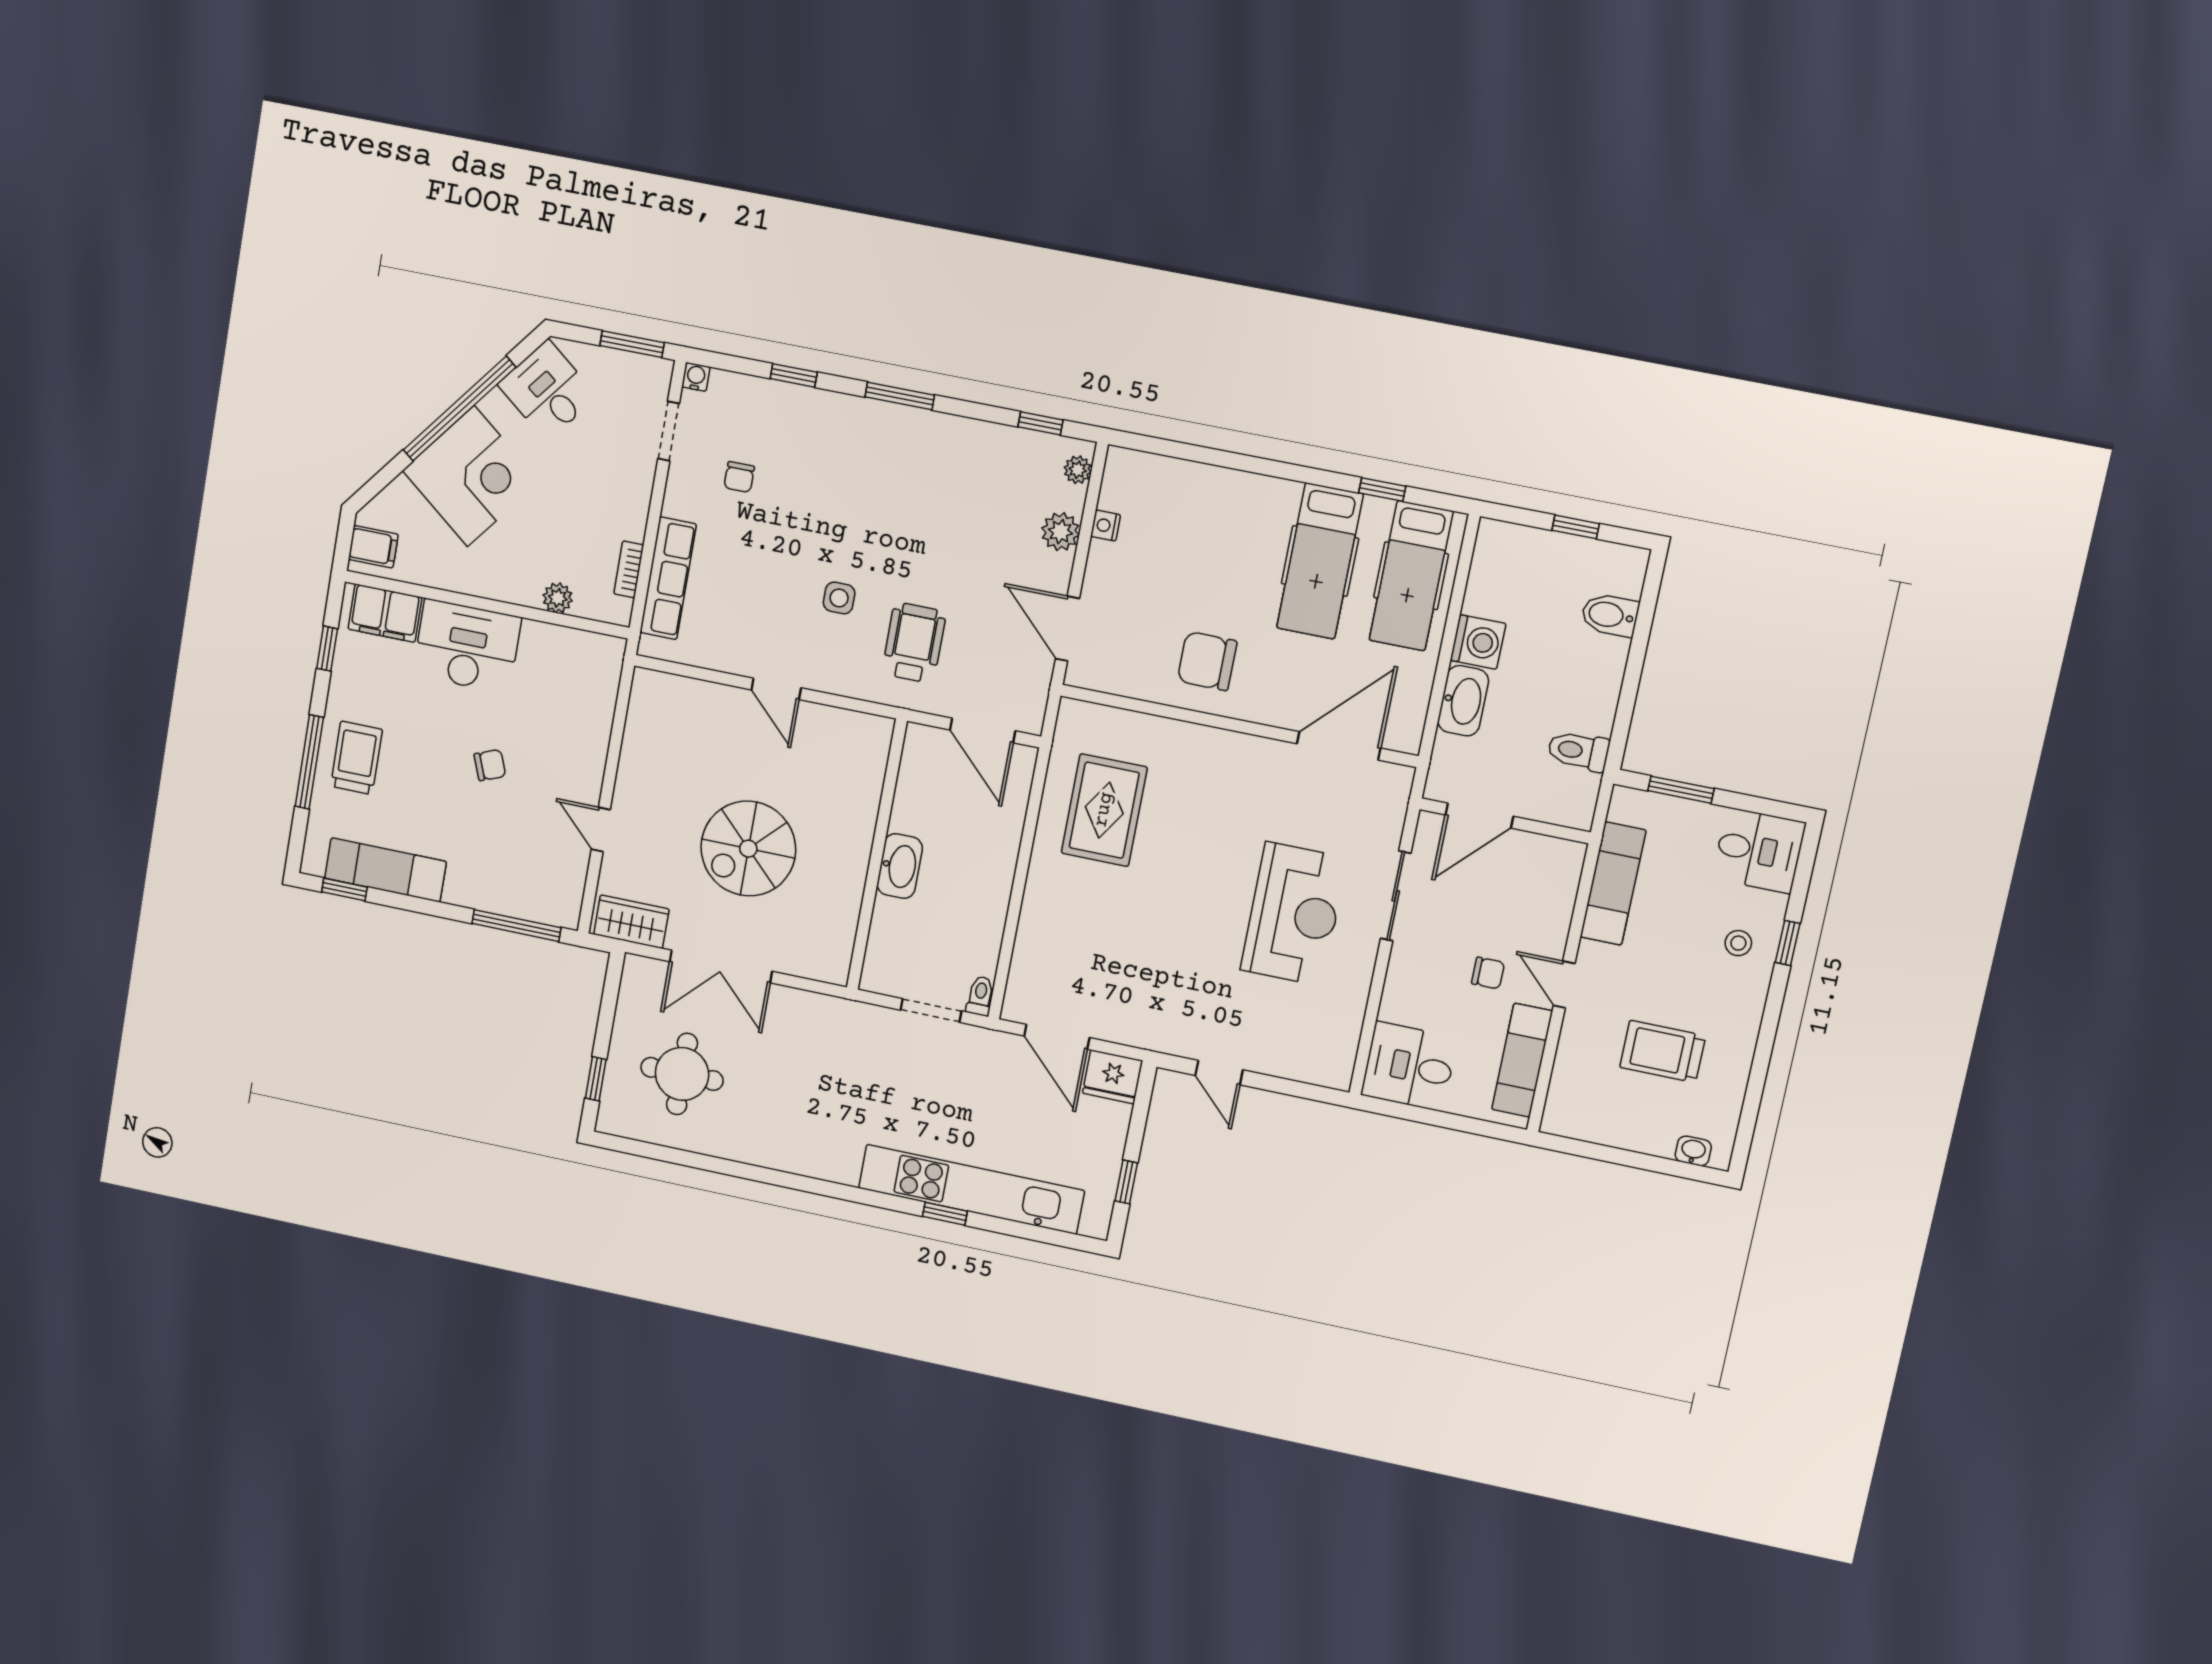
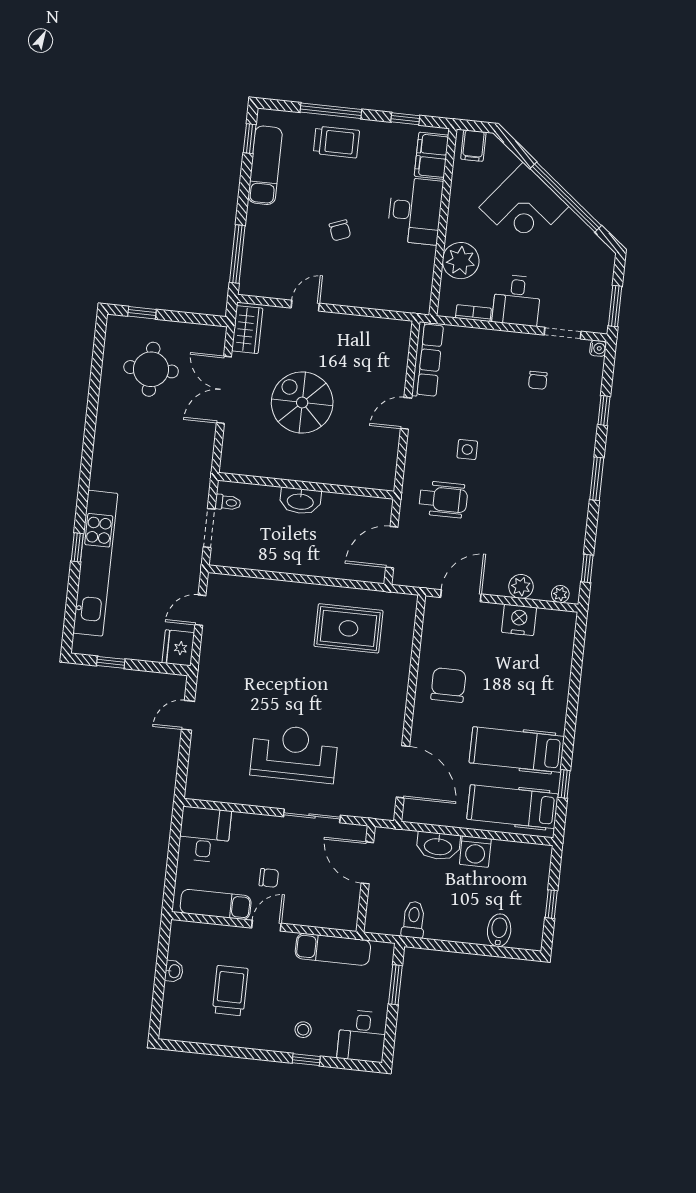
desk: (547, 391) -> (517, 300), moved, turned 142
chair: (739, 477) -> (538, 380), turned -90
nightstand: (1106, 526) -> (519, 620), width x1.89, depth x1.79
row of seats: (668, 578) -> (428, 360), moved, turned -90
plant: (558, 598) -> (461, 261), width x1.87, depth x1.87
reception desk: (1294, 914) -> (294, 753), turned 180
chair: (1488, 973) -> (269, 878), turned -90
toilet: (980, 996) -> (228, 503), moved
door: (1057, 1037) -> (200, 610), width x0.73
washbasin: (1693, 1151) -> (174, 971), moved

